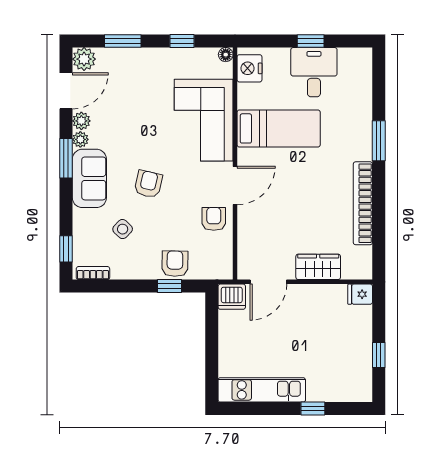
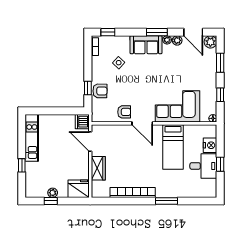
nightstand: (249, 68) -> (210, 145), moved, turned 90
armchair: (148, 184) -> (143, 77), removed
fridge: (360, 294) -> (79, 189), width x1.88, depth x1.34
plant: (363, 351) -> (53, 193), added

